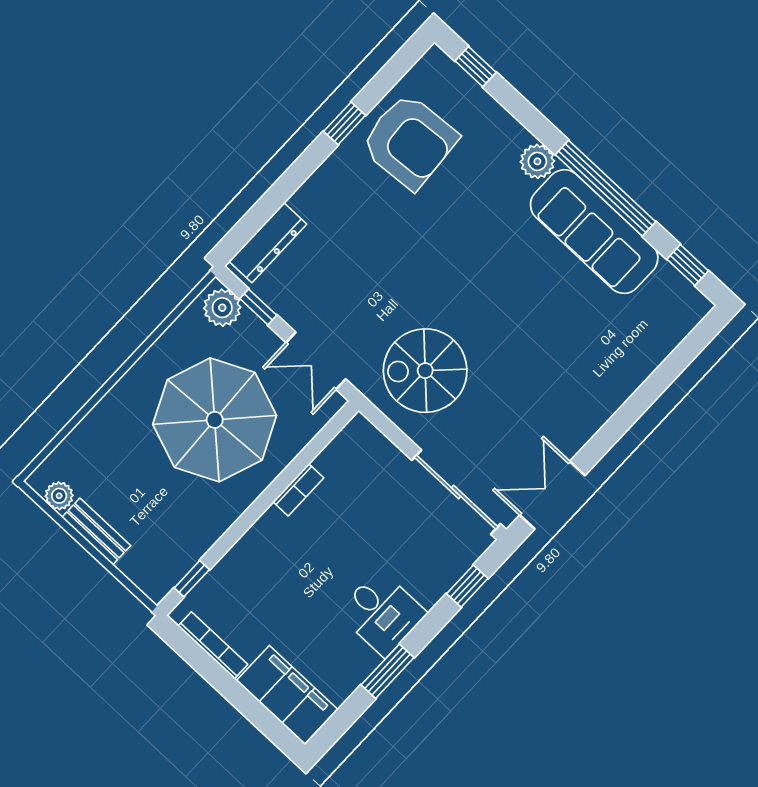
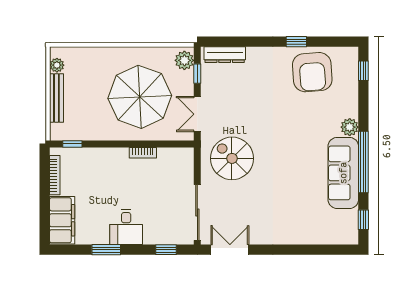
bench: (96, 531) -> (56, 98), width x1.36

